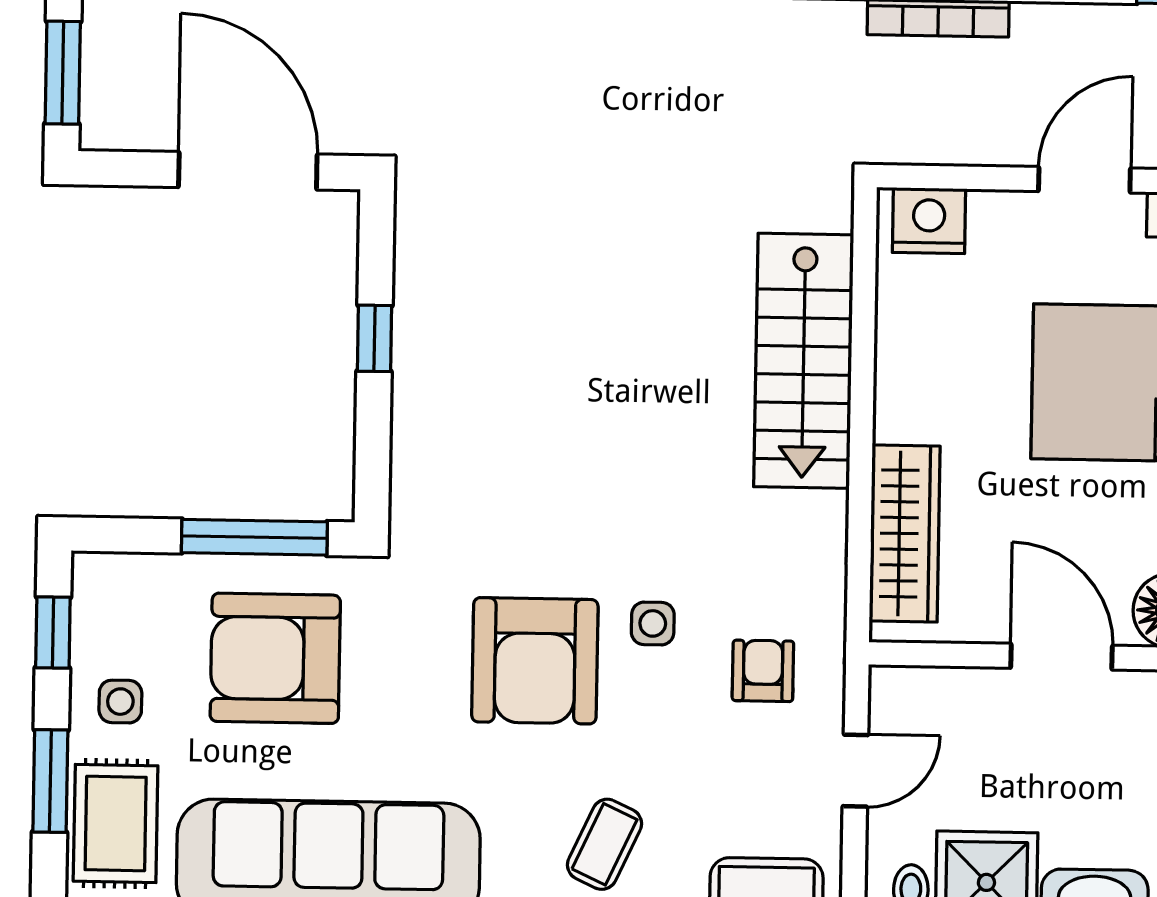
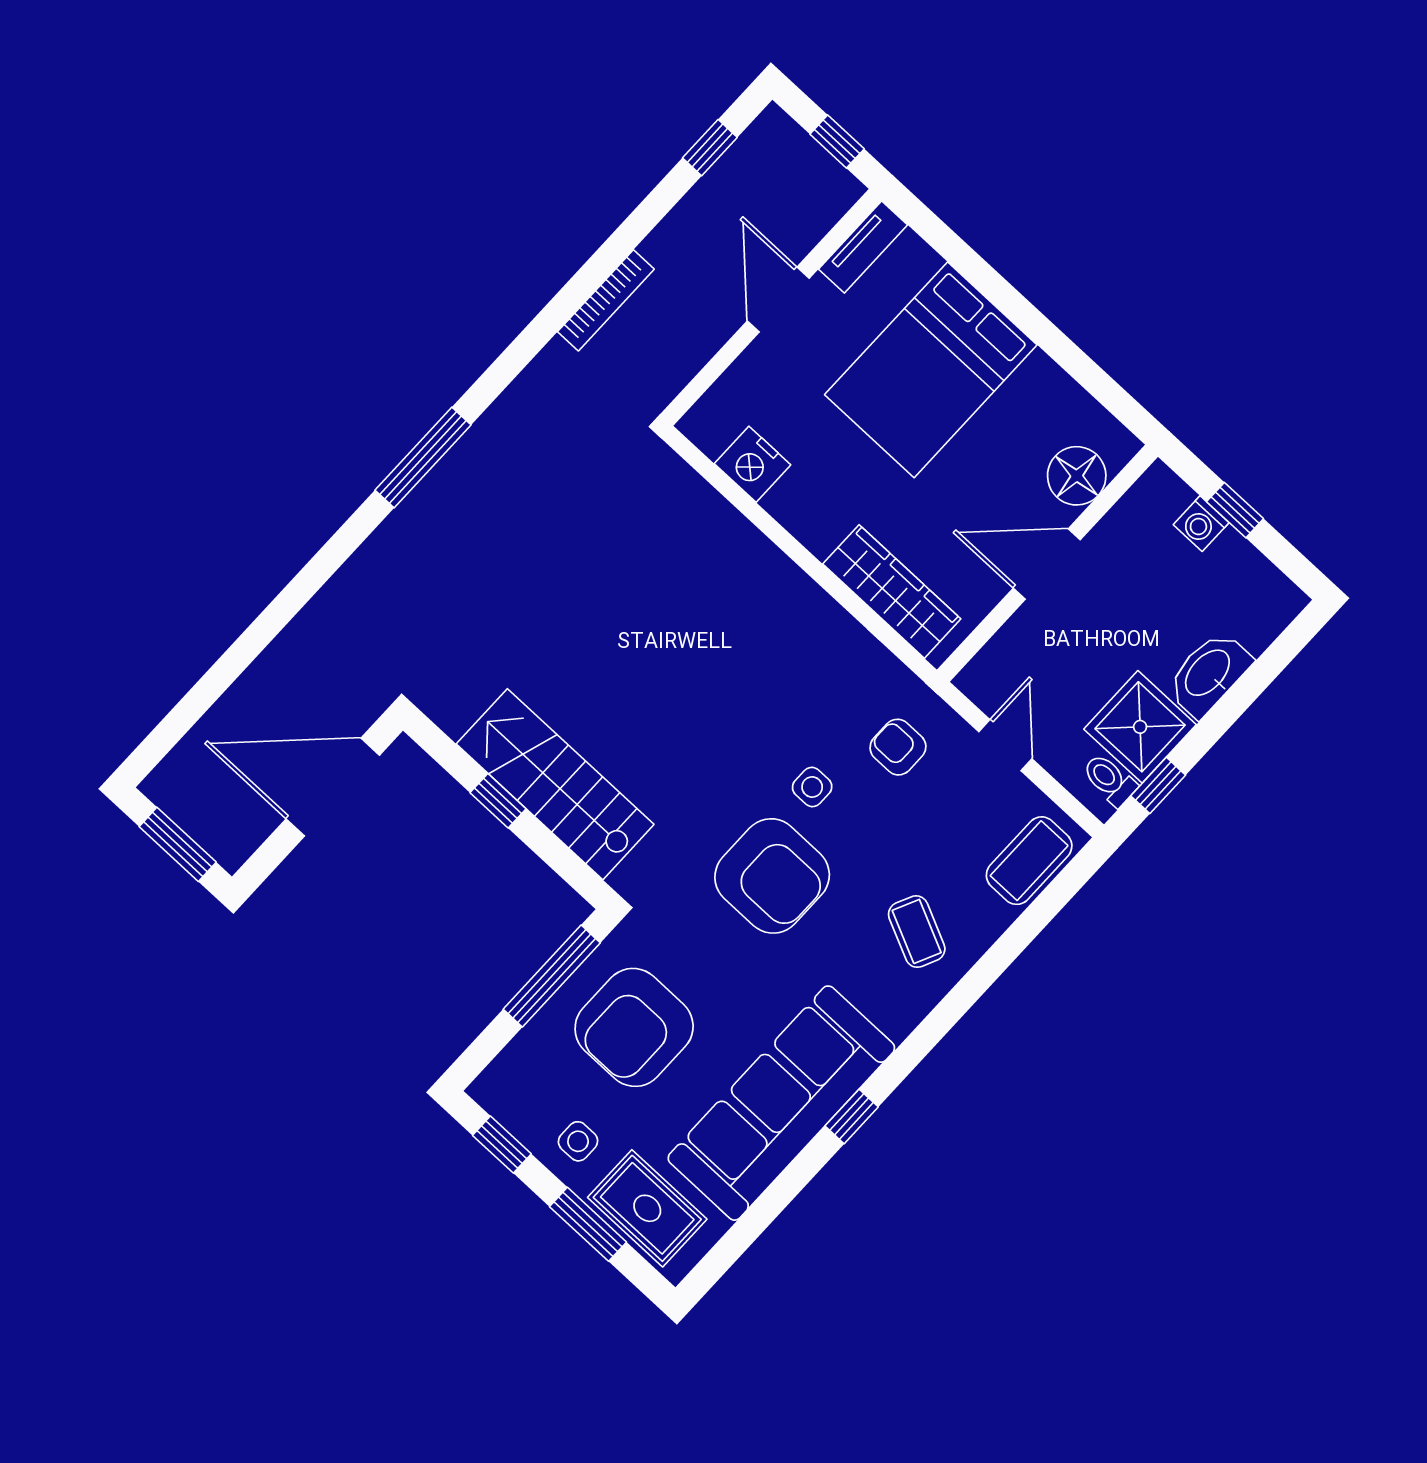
nightstand: (929, 221) -> (753, 464), moved, turned -90
stairs: (804, 361) -> (555, 784), moved, turned 180

